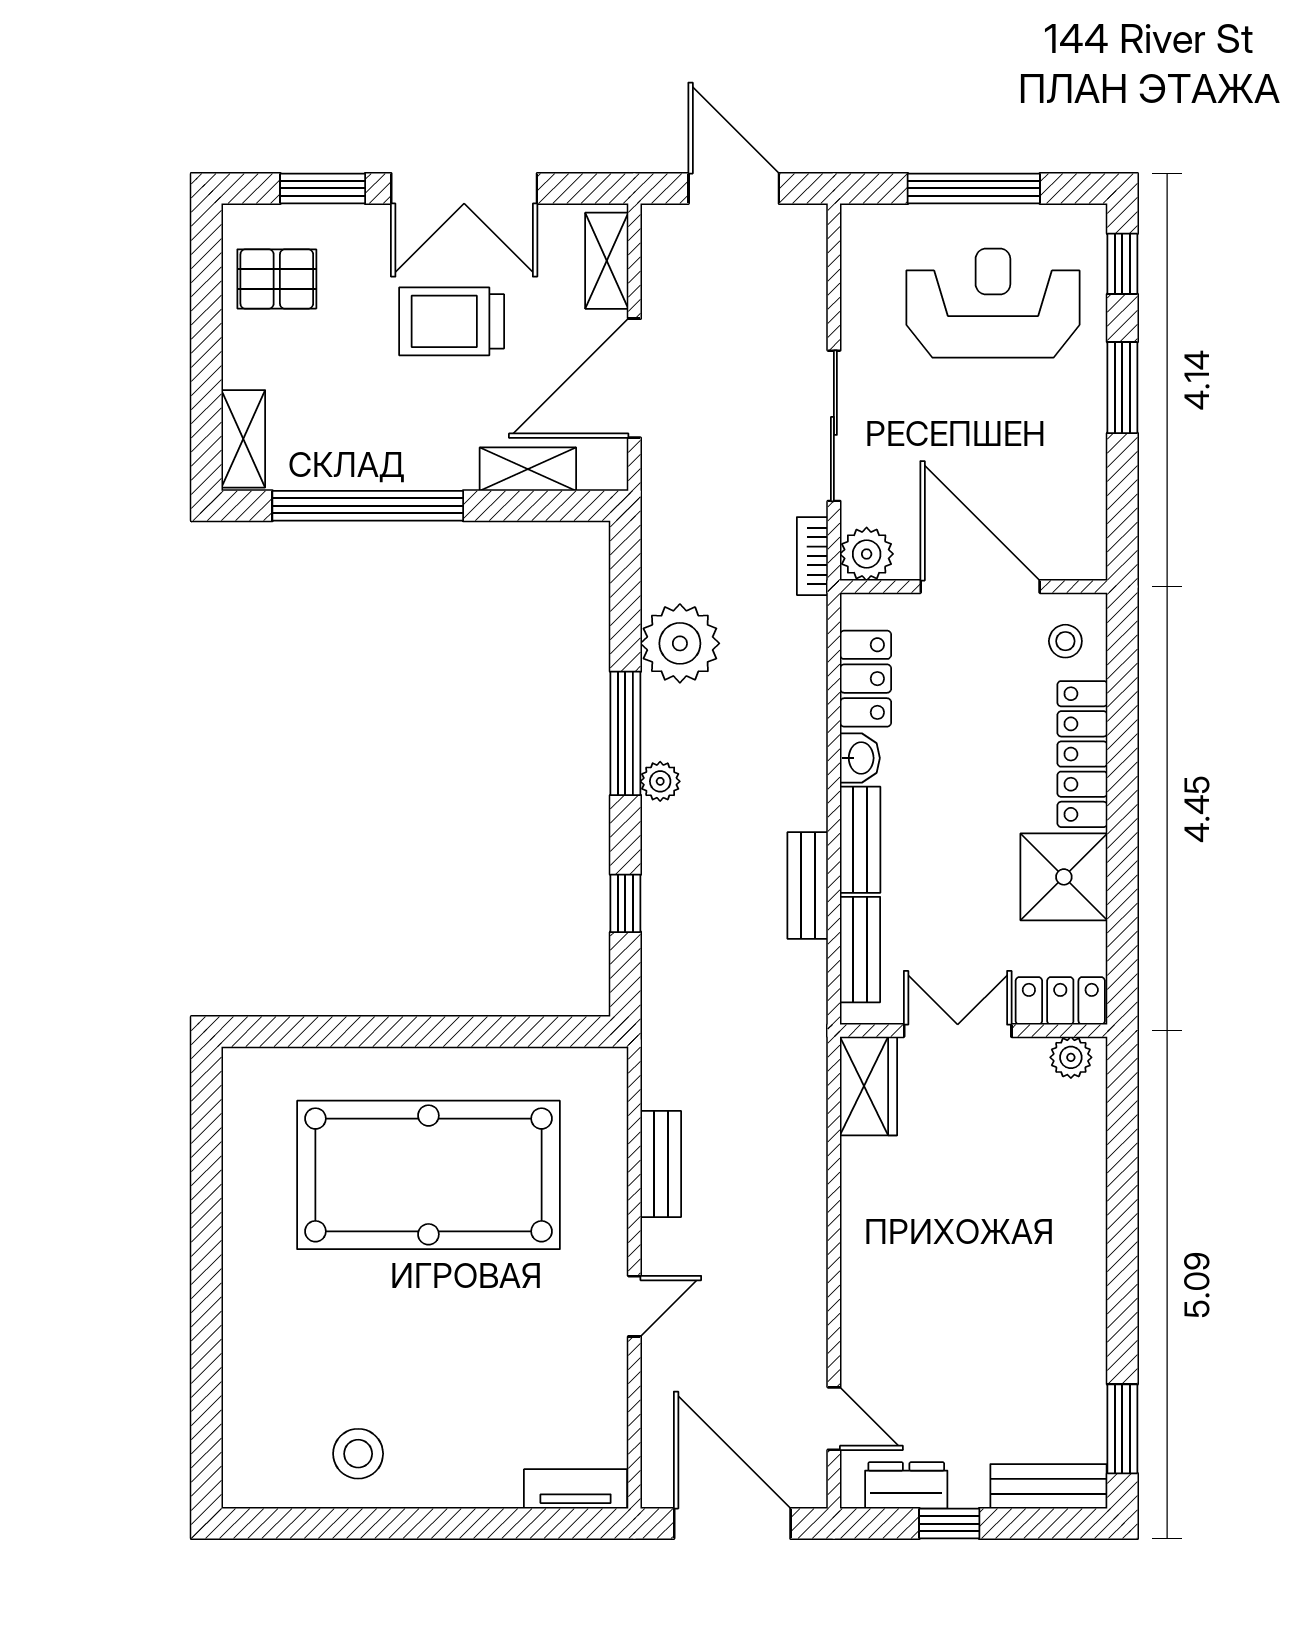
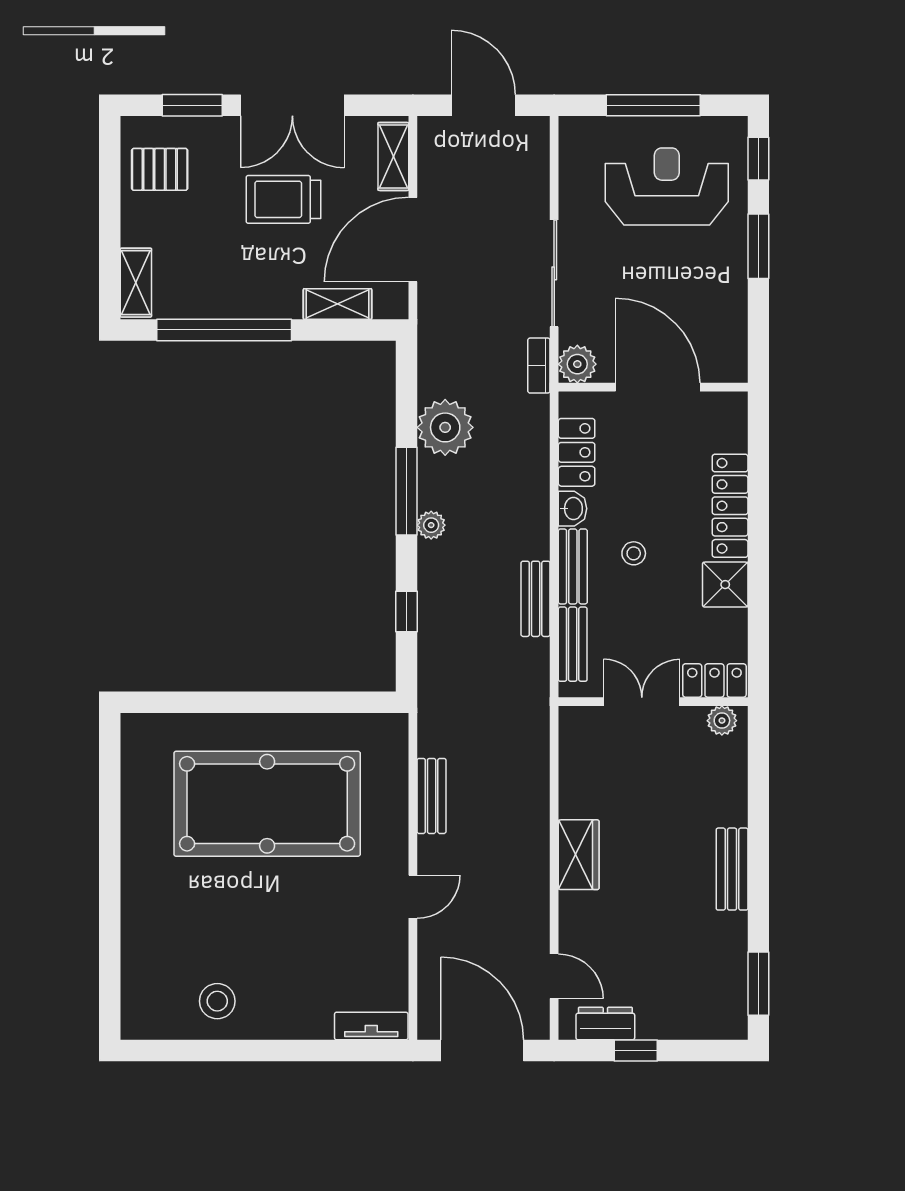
stool: (1065, 641) -> (634, 553), moved
shower: (1064, 877) -> (725, 585), width x0.73, depth x0.73
wardrobe: (869, 1086) -> (579, 855), moved
bench: (1048, 1486) -> (732, 869), moved, turned 90

